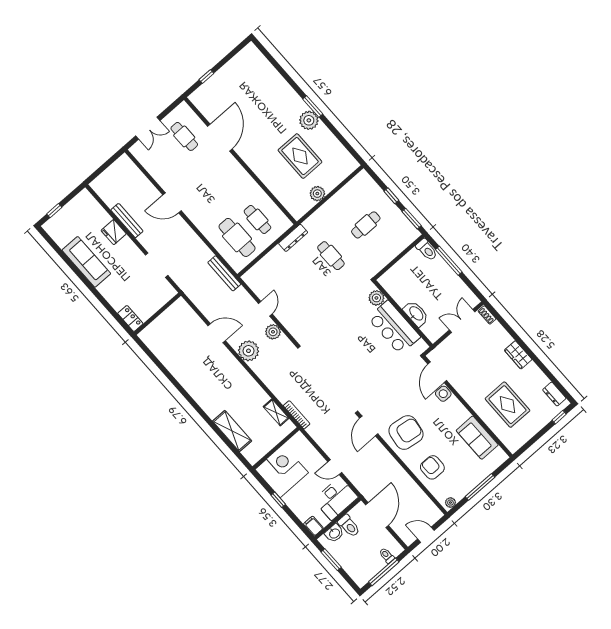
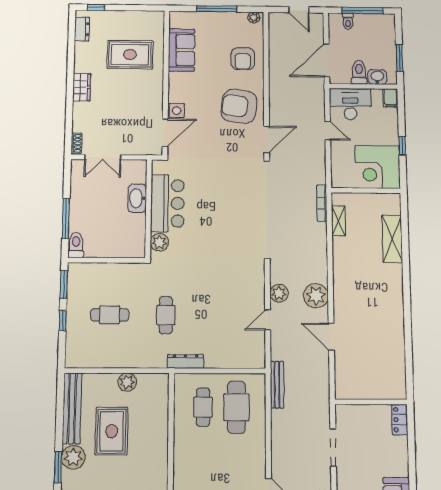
bench: (336, 148) -> (72, 408), added
rug: (508, 405) -> (130, 55), turned 90

